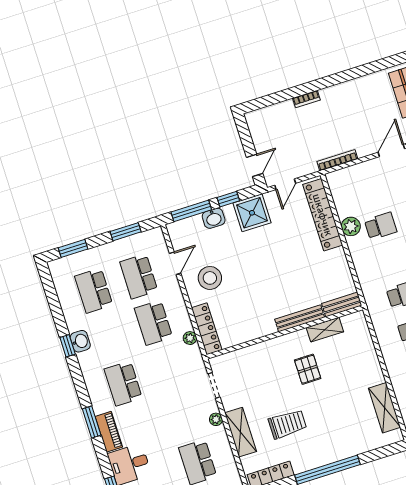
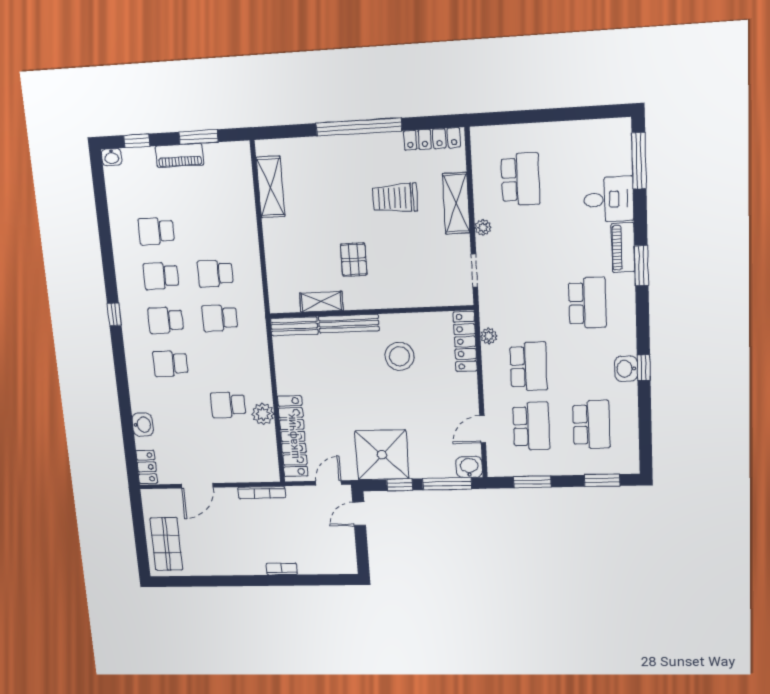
shower: (252, 213) -> (382, 455), width x1.37, depth x1.37
washbasin: (214, 218) -> (469, 467), moved
stool: (210, 278) -> (399, 356), moved

